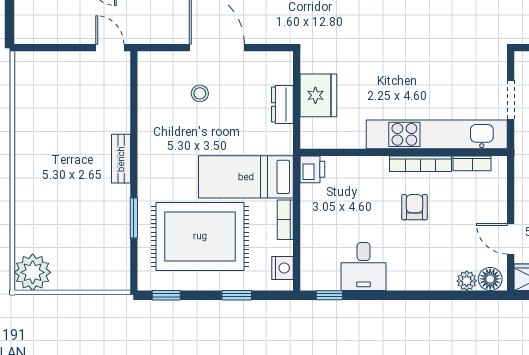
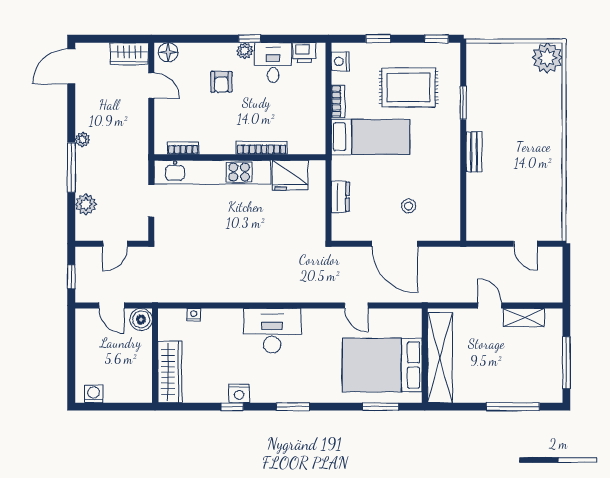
door: (110, 48) -> (525, 244), moved
fridge: (318, 95) -> (290, 175), moved, turned -90
bookcase: (421, 164) -> (261, 148), moved
printer: (312, 169) -> (304, 53), moved, turned -90
armchair: (414, 207) -> (221, 82), moved
rug: (200, 236) -> (409, 87), width x0.73, depth x0.69
plant: (467, 281) -> (245, 51), moved
window: (329, 295) -> (250, 39), moved

